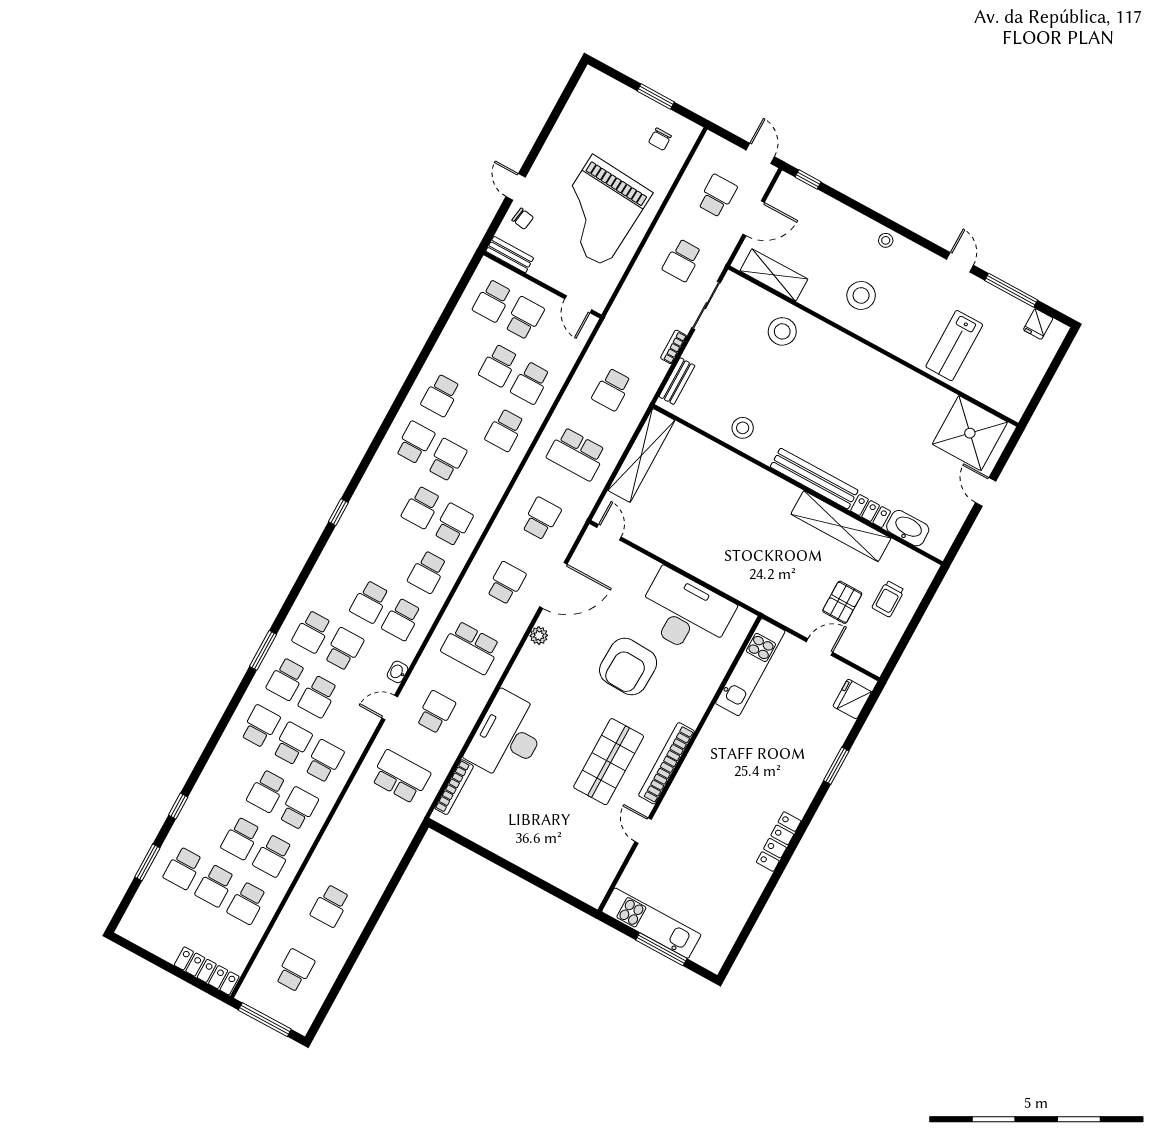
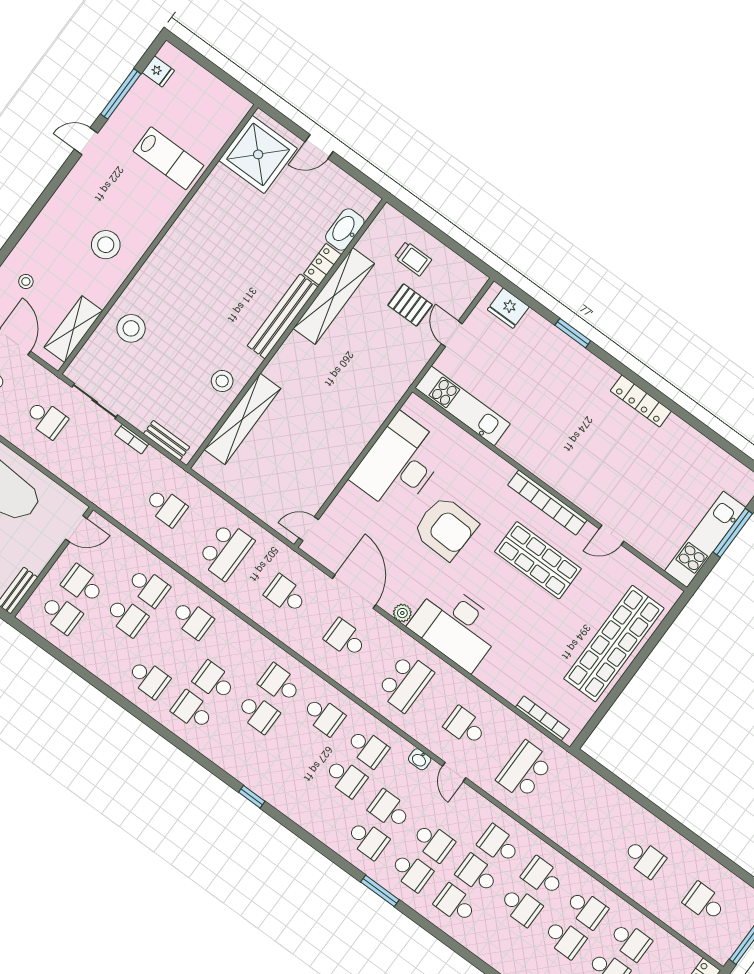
stool: (886, 240) -> (26, 281), moved
shelving: (641, 455) -> (242, 419), moved, turned 90
desk: (508, 737) -> (456, 626), moved
shop shelf: (537, 847) -> (614, 644), added

